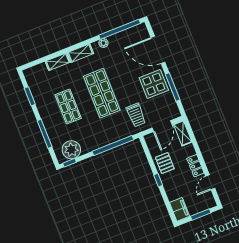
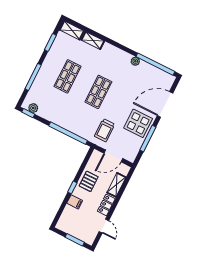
door: (158, 50) -> (165, 104), hinge flipped
shelving: (80, 53) -> (72, 30), moved
shop shelf: (102, 93) -> (98, 92), width x0.70, depth x0.74
shelving: (183, 133) -> (116, 185), moved
plant: (71, 150) -> (33, 108), width x0.53, depth x0.53
door: (210, 182) -> (104, 226), swing flipped
filing cabinet: (180, 209) -> (75, 202), moved, width x0.50

